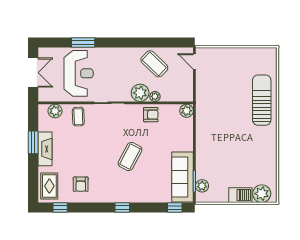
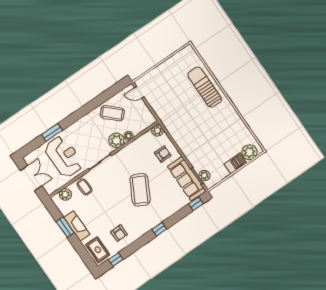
armchair: (151, 115) -> (163, 154), moved
coffee table: (130, 156) -> (140, 190), width x1.36, depth x1.32

